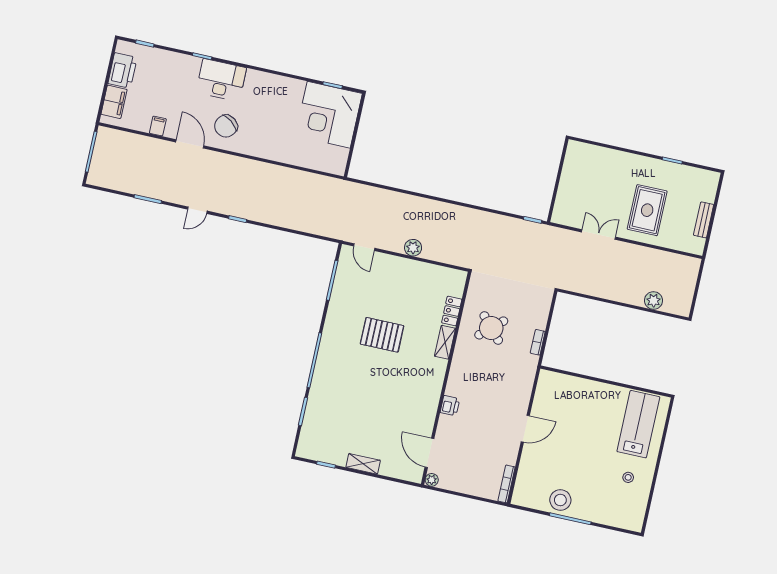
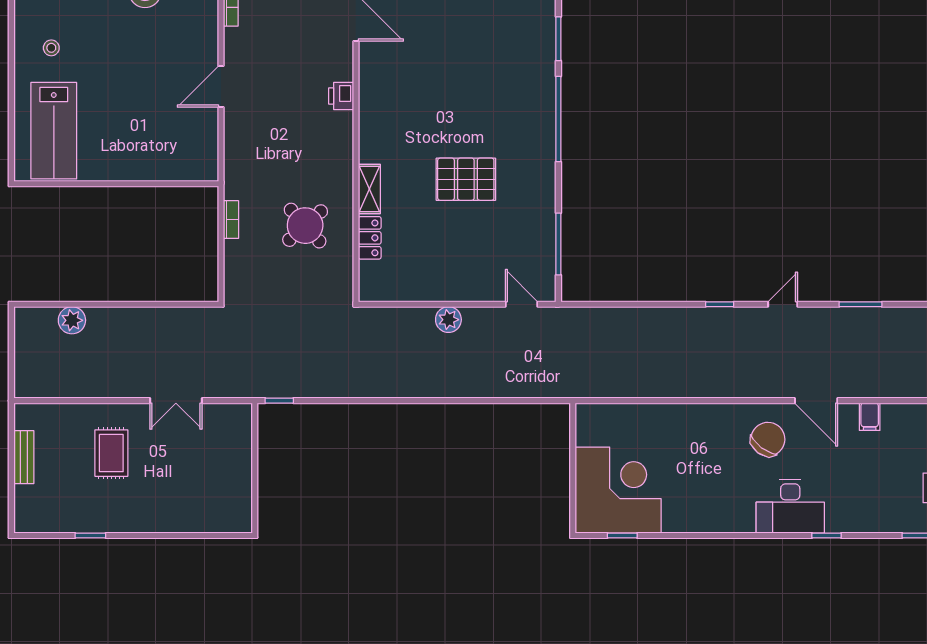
rug: (647, 210) -> (111, 453), width x0.73, depth x0.70

